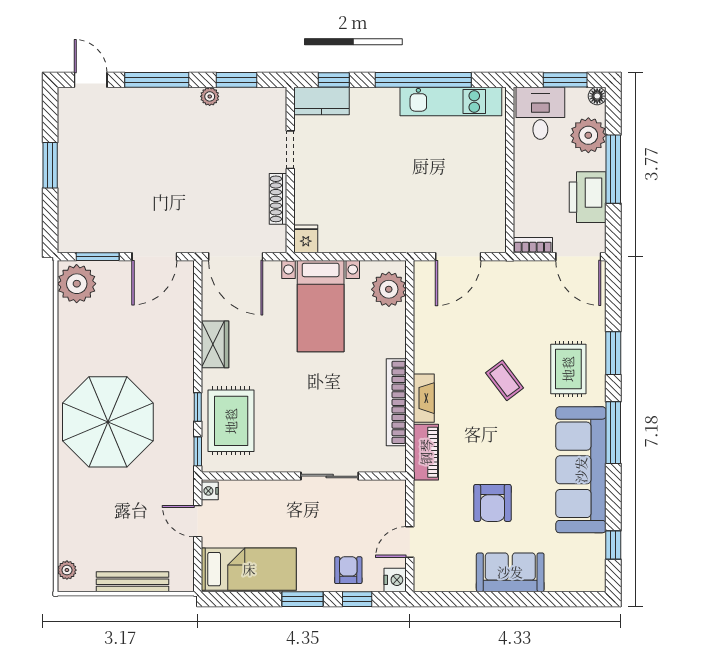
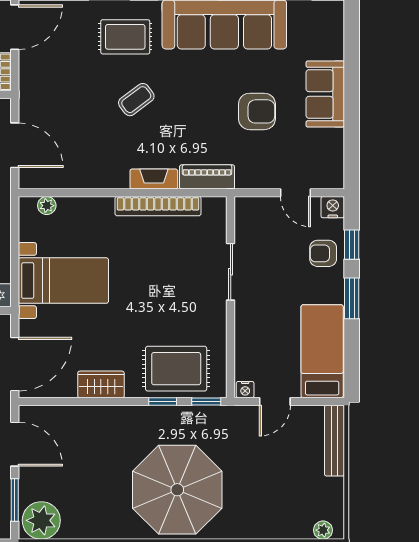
plant: (389, 289) -> (47, 206), width x0.53, depth x0.53
bench: (132, 582) -> (334, 441), moved

